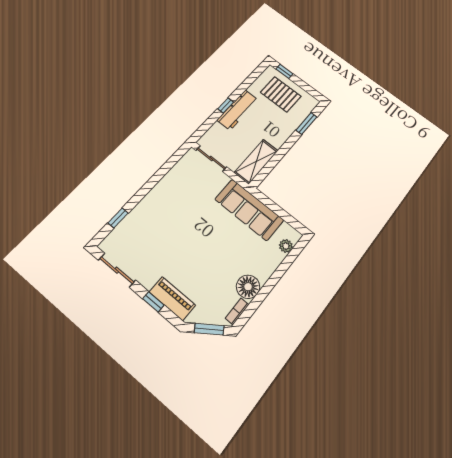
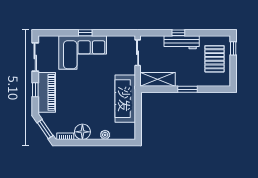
window: (306, 123) -> (187, 89), moved
corner sofa: (160, 214) -> (83, 53), added
window: (118, 218) -> (85, 33), moved
plant: (286, 246) -> (105, 135), moved
piano: (172, 299) -> (47, 92), width x1.37, depth x1.33

